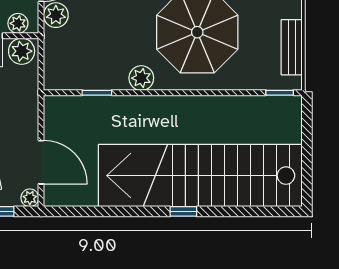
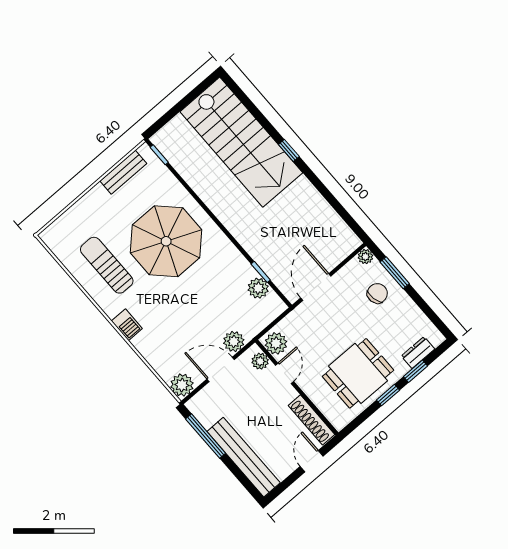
plant: (141, 78) -> (258, 288), moved
door: (41, 162) -> (316, 287), moved
stairs: (200, 176) -> (241, 142), width x0.73

